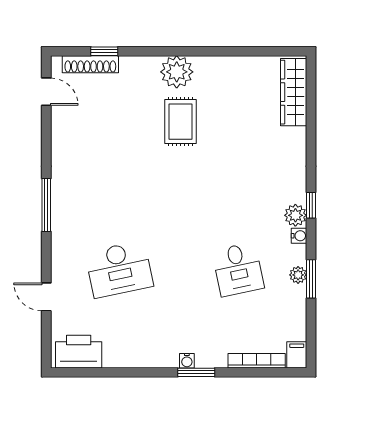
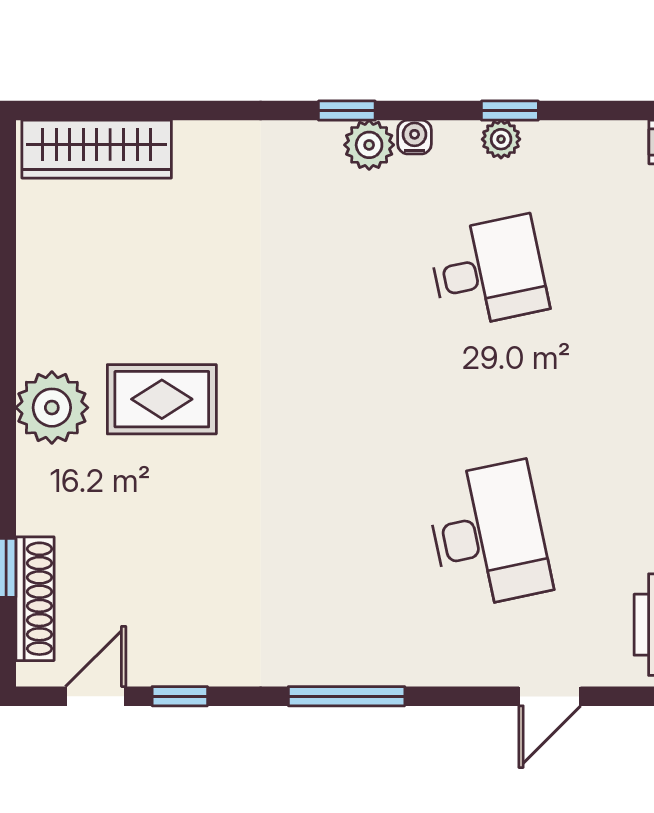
window: (46, 130) -> (180, 696), added
window: (311, 279) -> (510, 111), width x0.67

